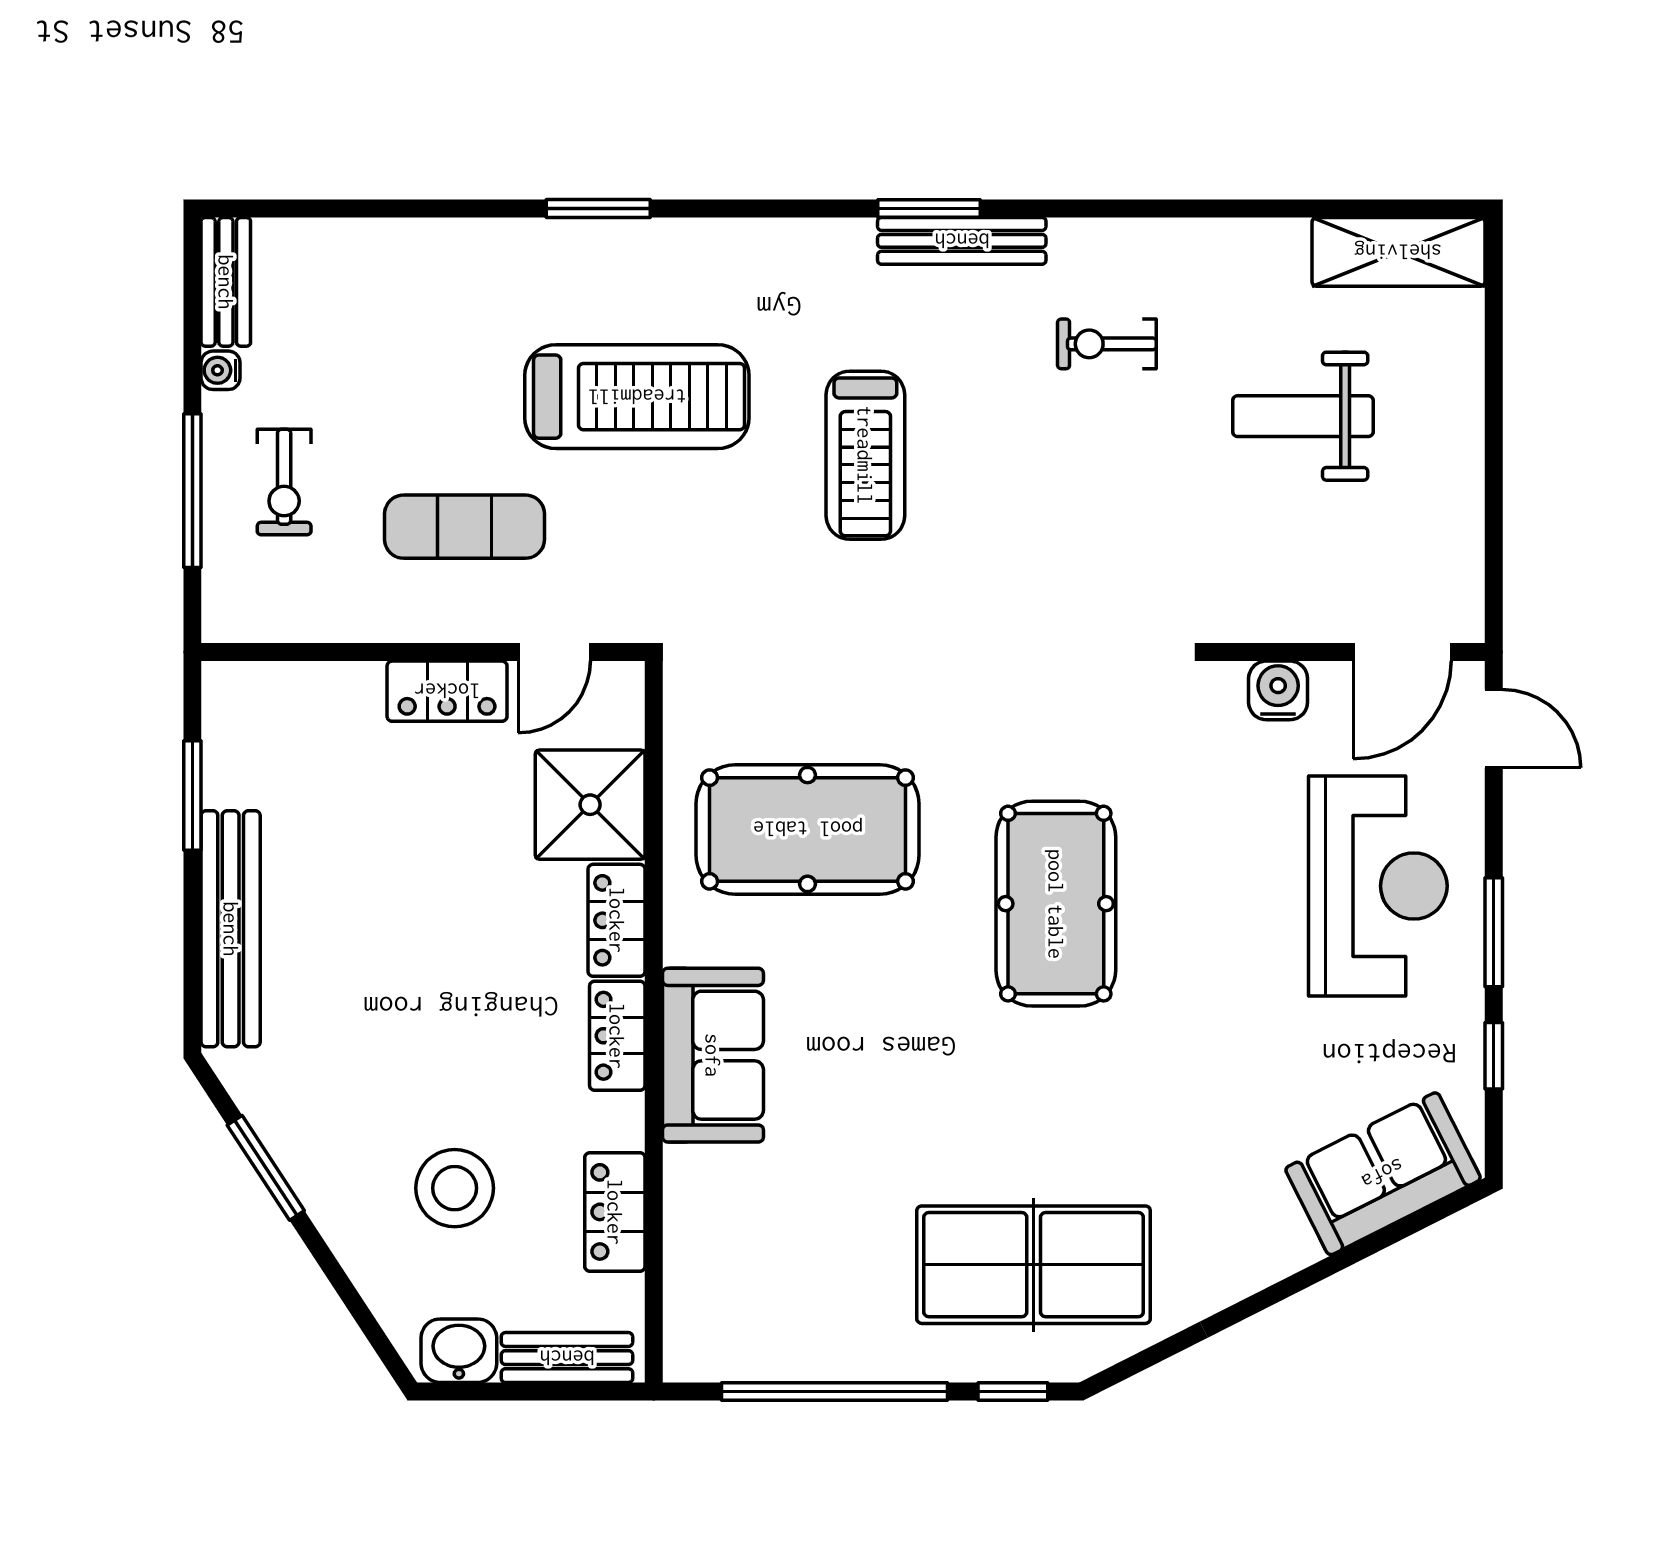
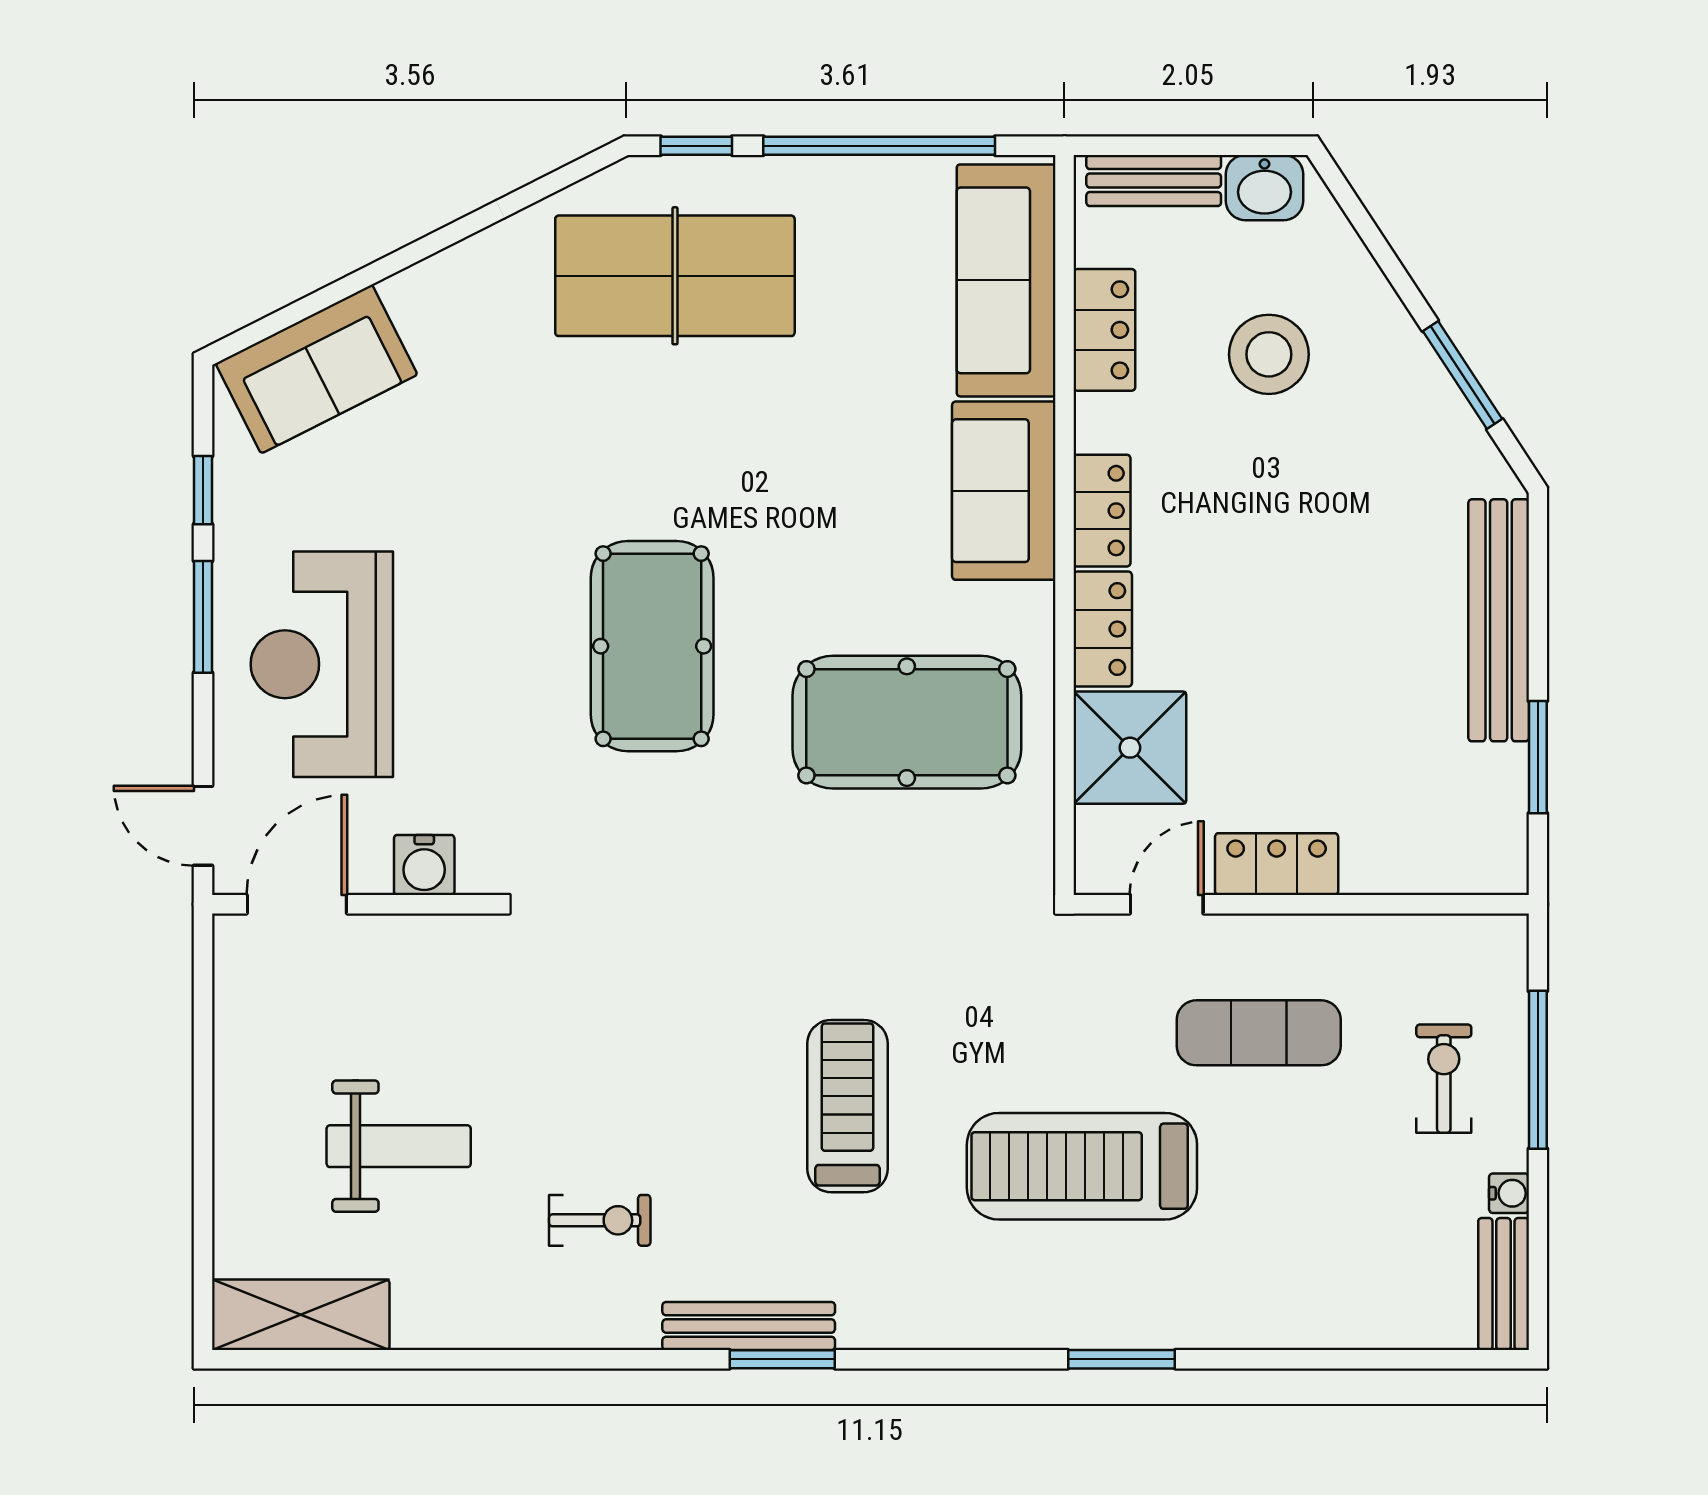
sofa: (711, 1260) -> (1006, 280), added

